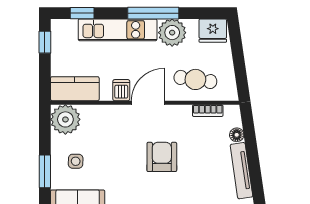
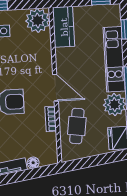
dishwasher: (121, 90) -> (65, 65), removed
bookcase: (208, 111) -> (51, 119), moved

